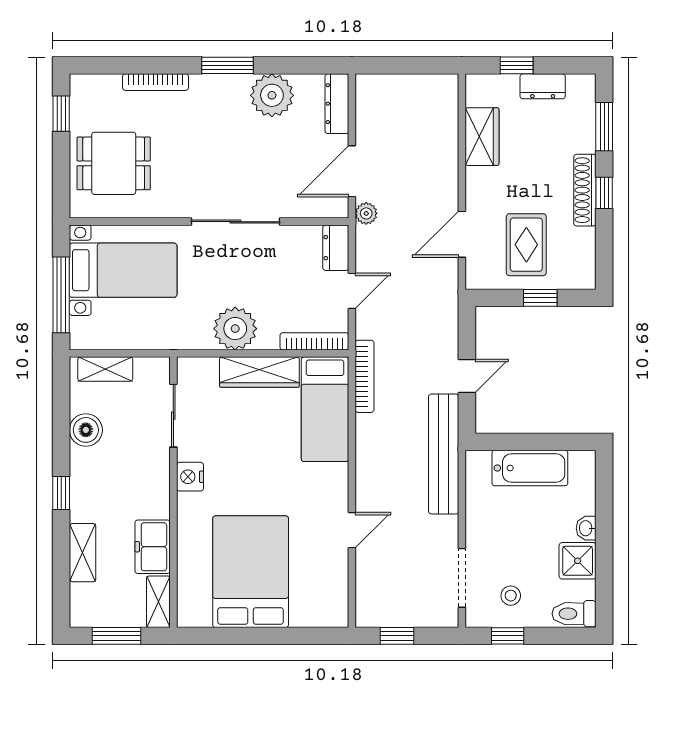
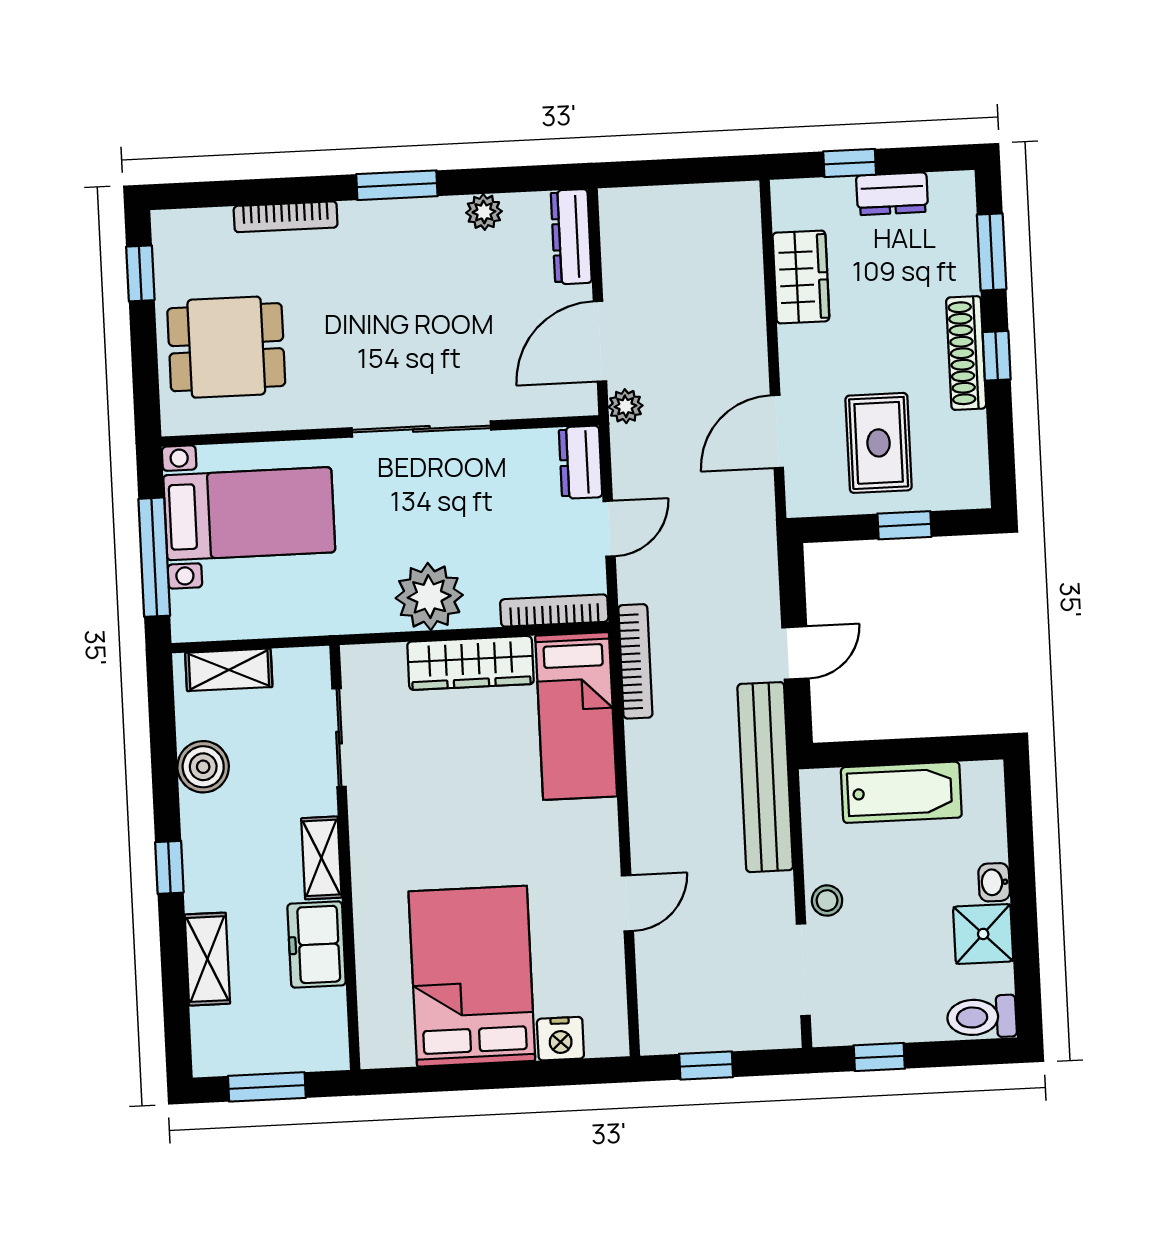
plant: (272, 95) -> (484, 212), width x0.53, depth x0.53
nightstand: (190, 477) -> (560, 1039), moved, turned -90
stool: (511, 596) -> (827, 901), moved
shelving: (158, 602) -> (321, 858), moved

